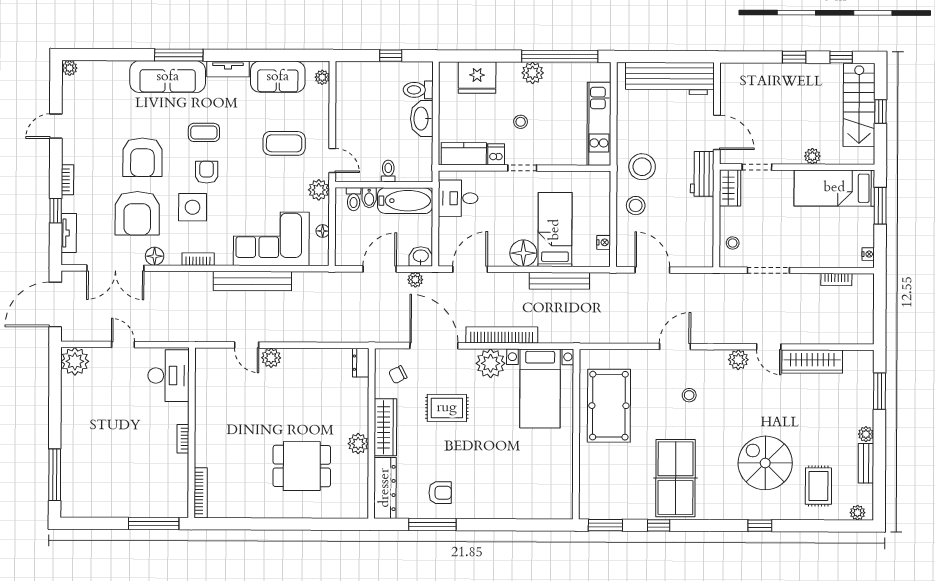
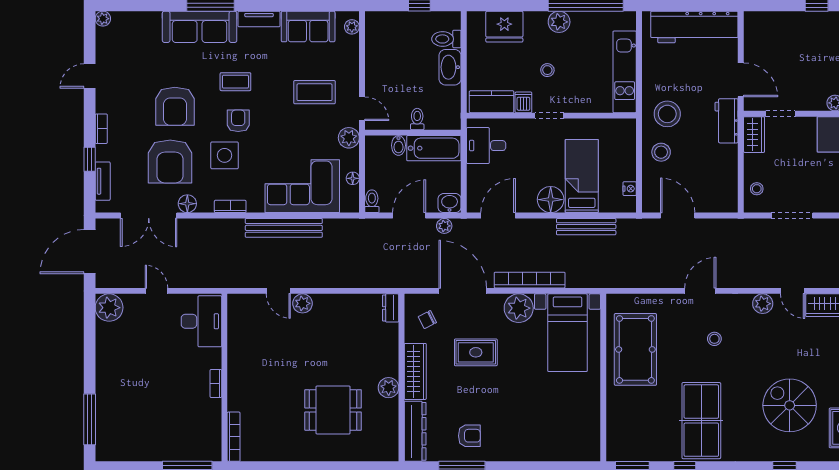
toilet: (354, 199) -> (372, 201), moved, turned 180

